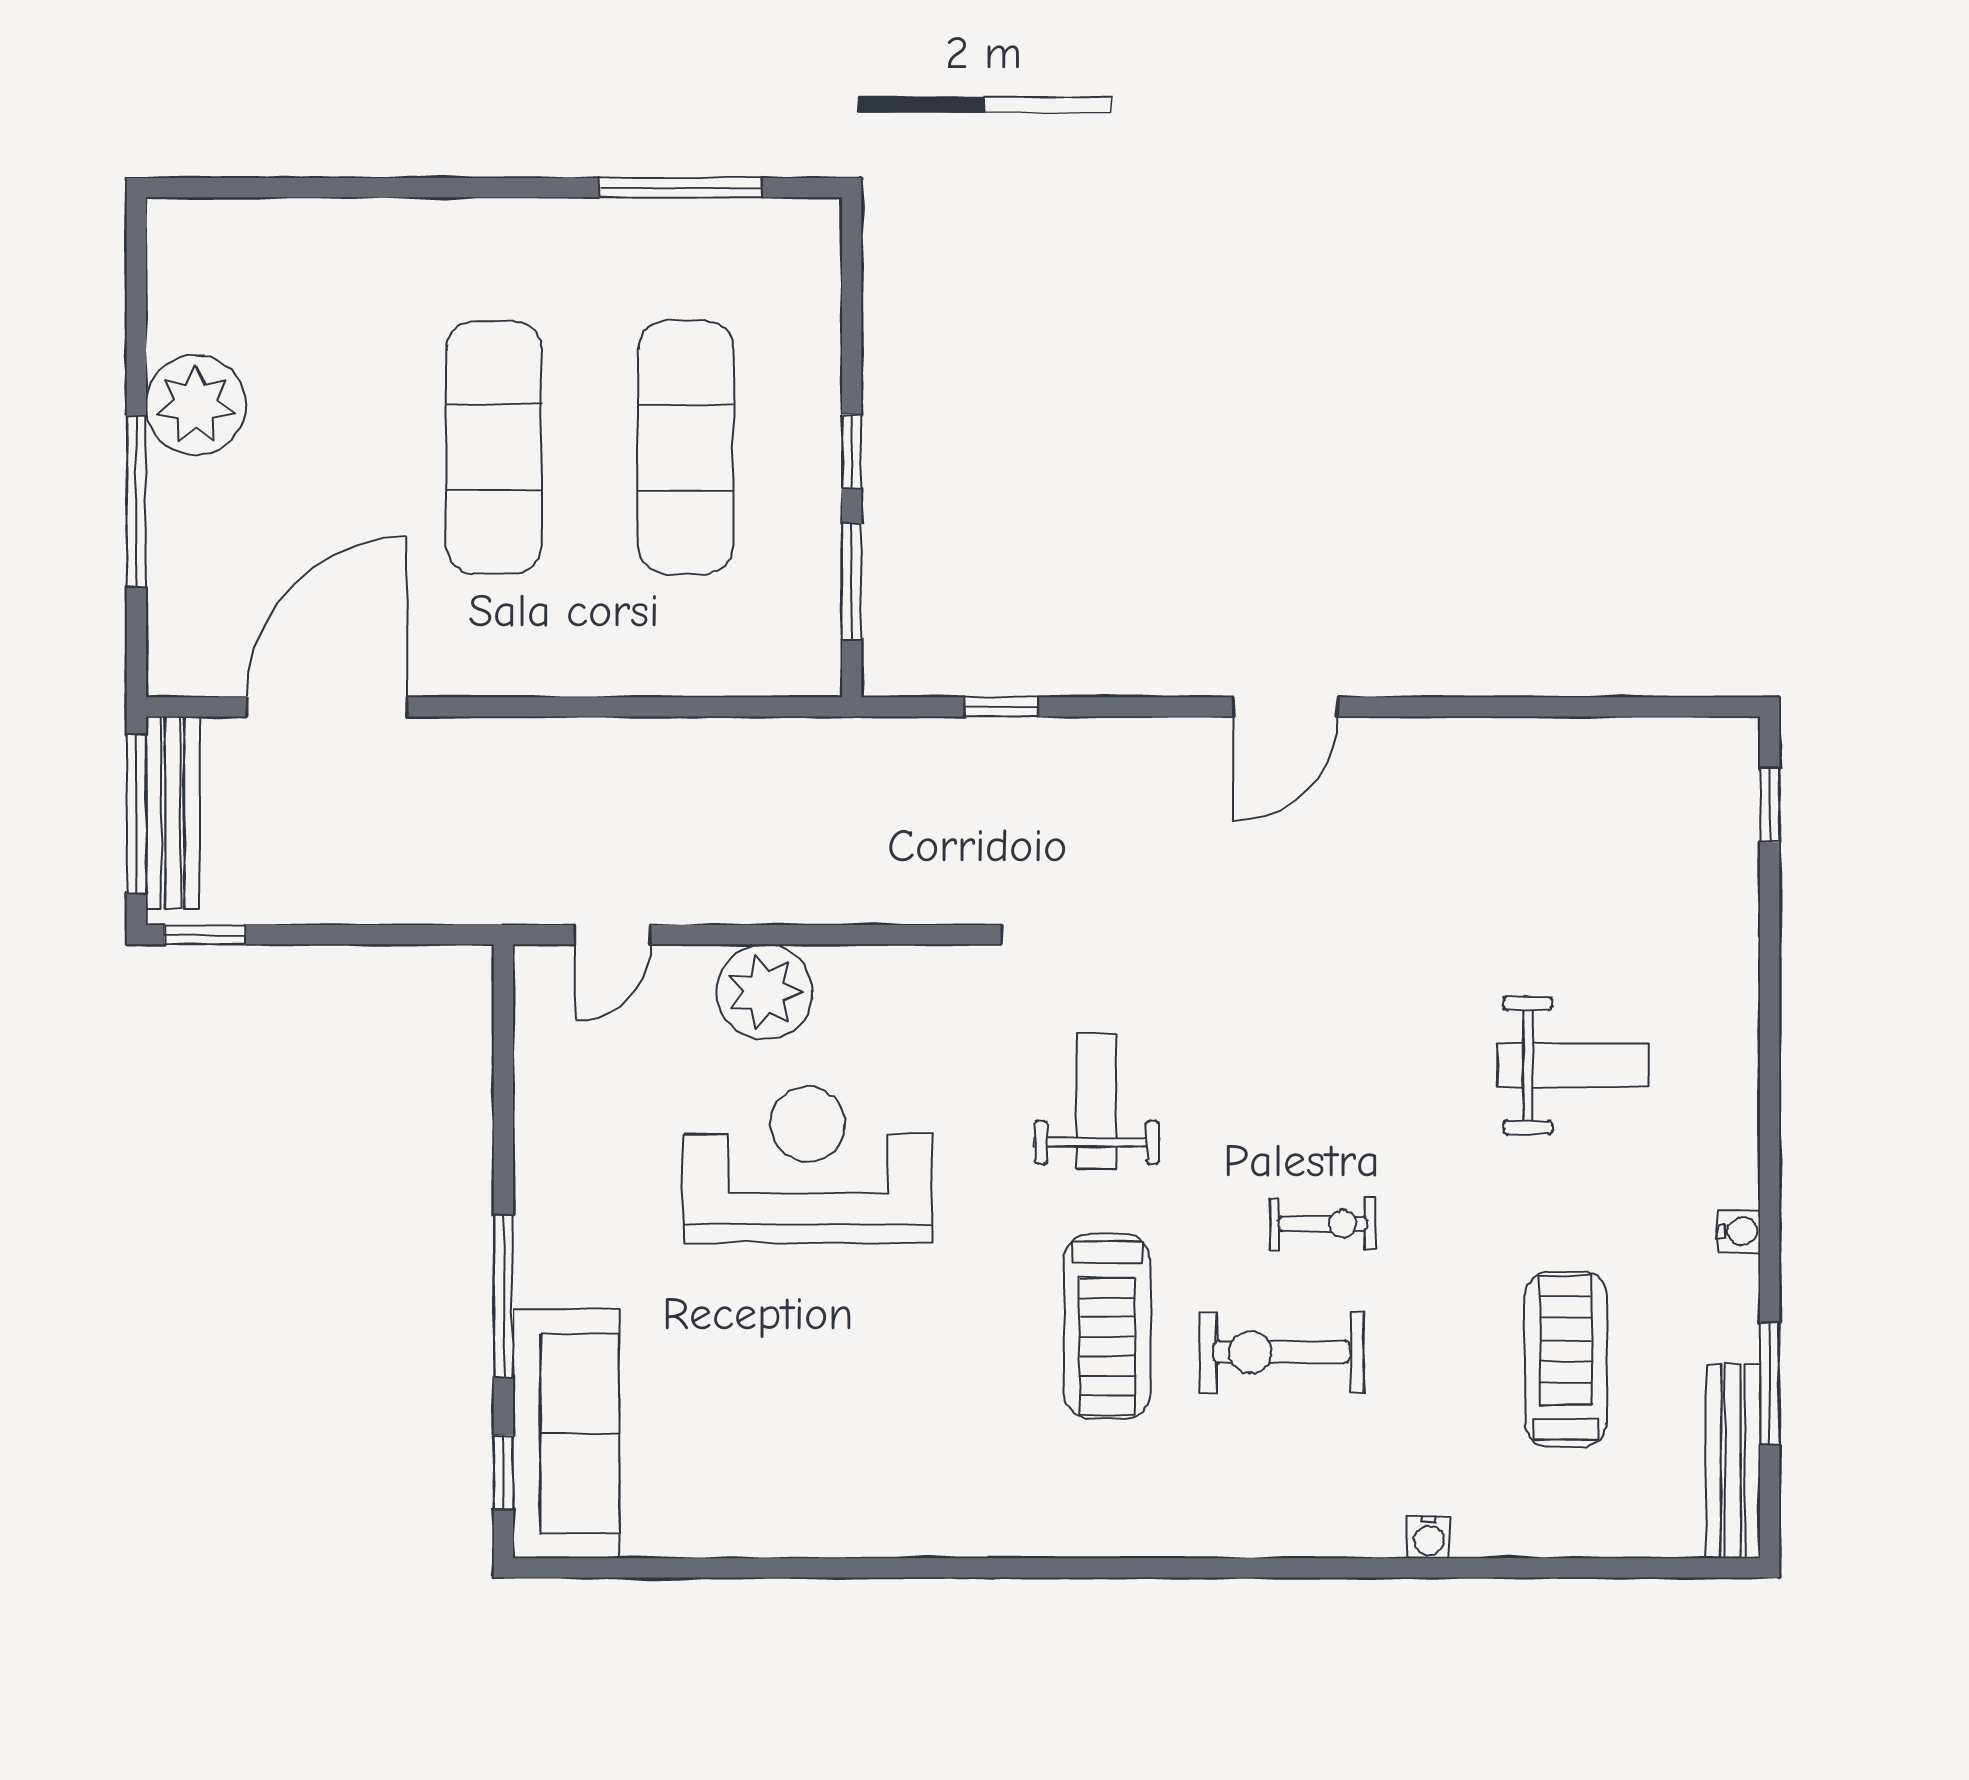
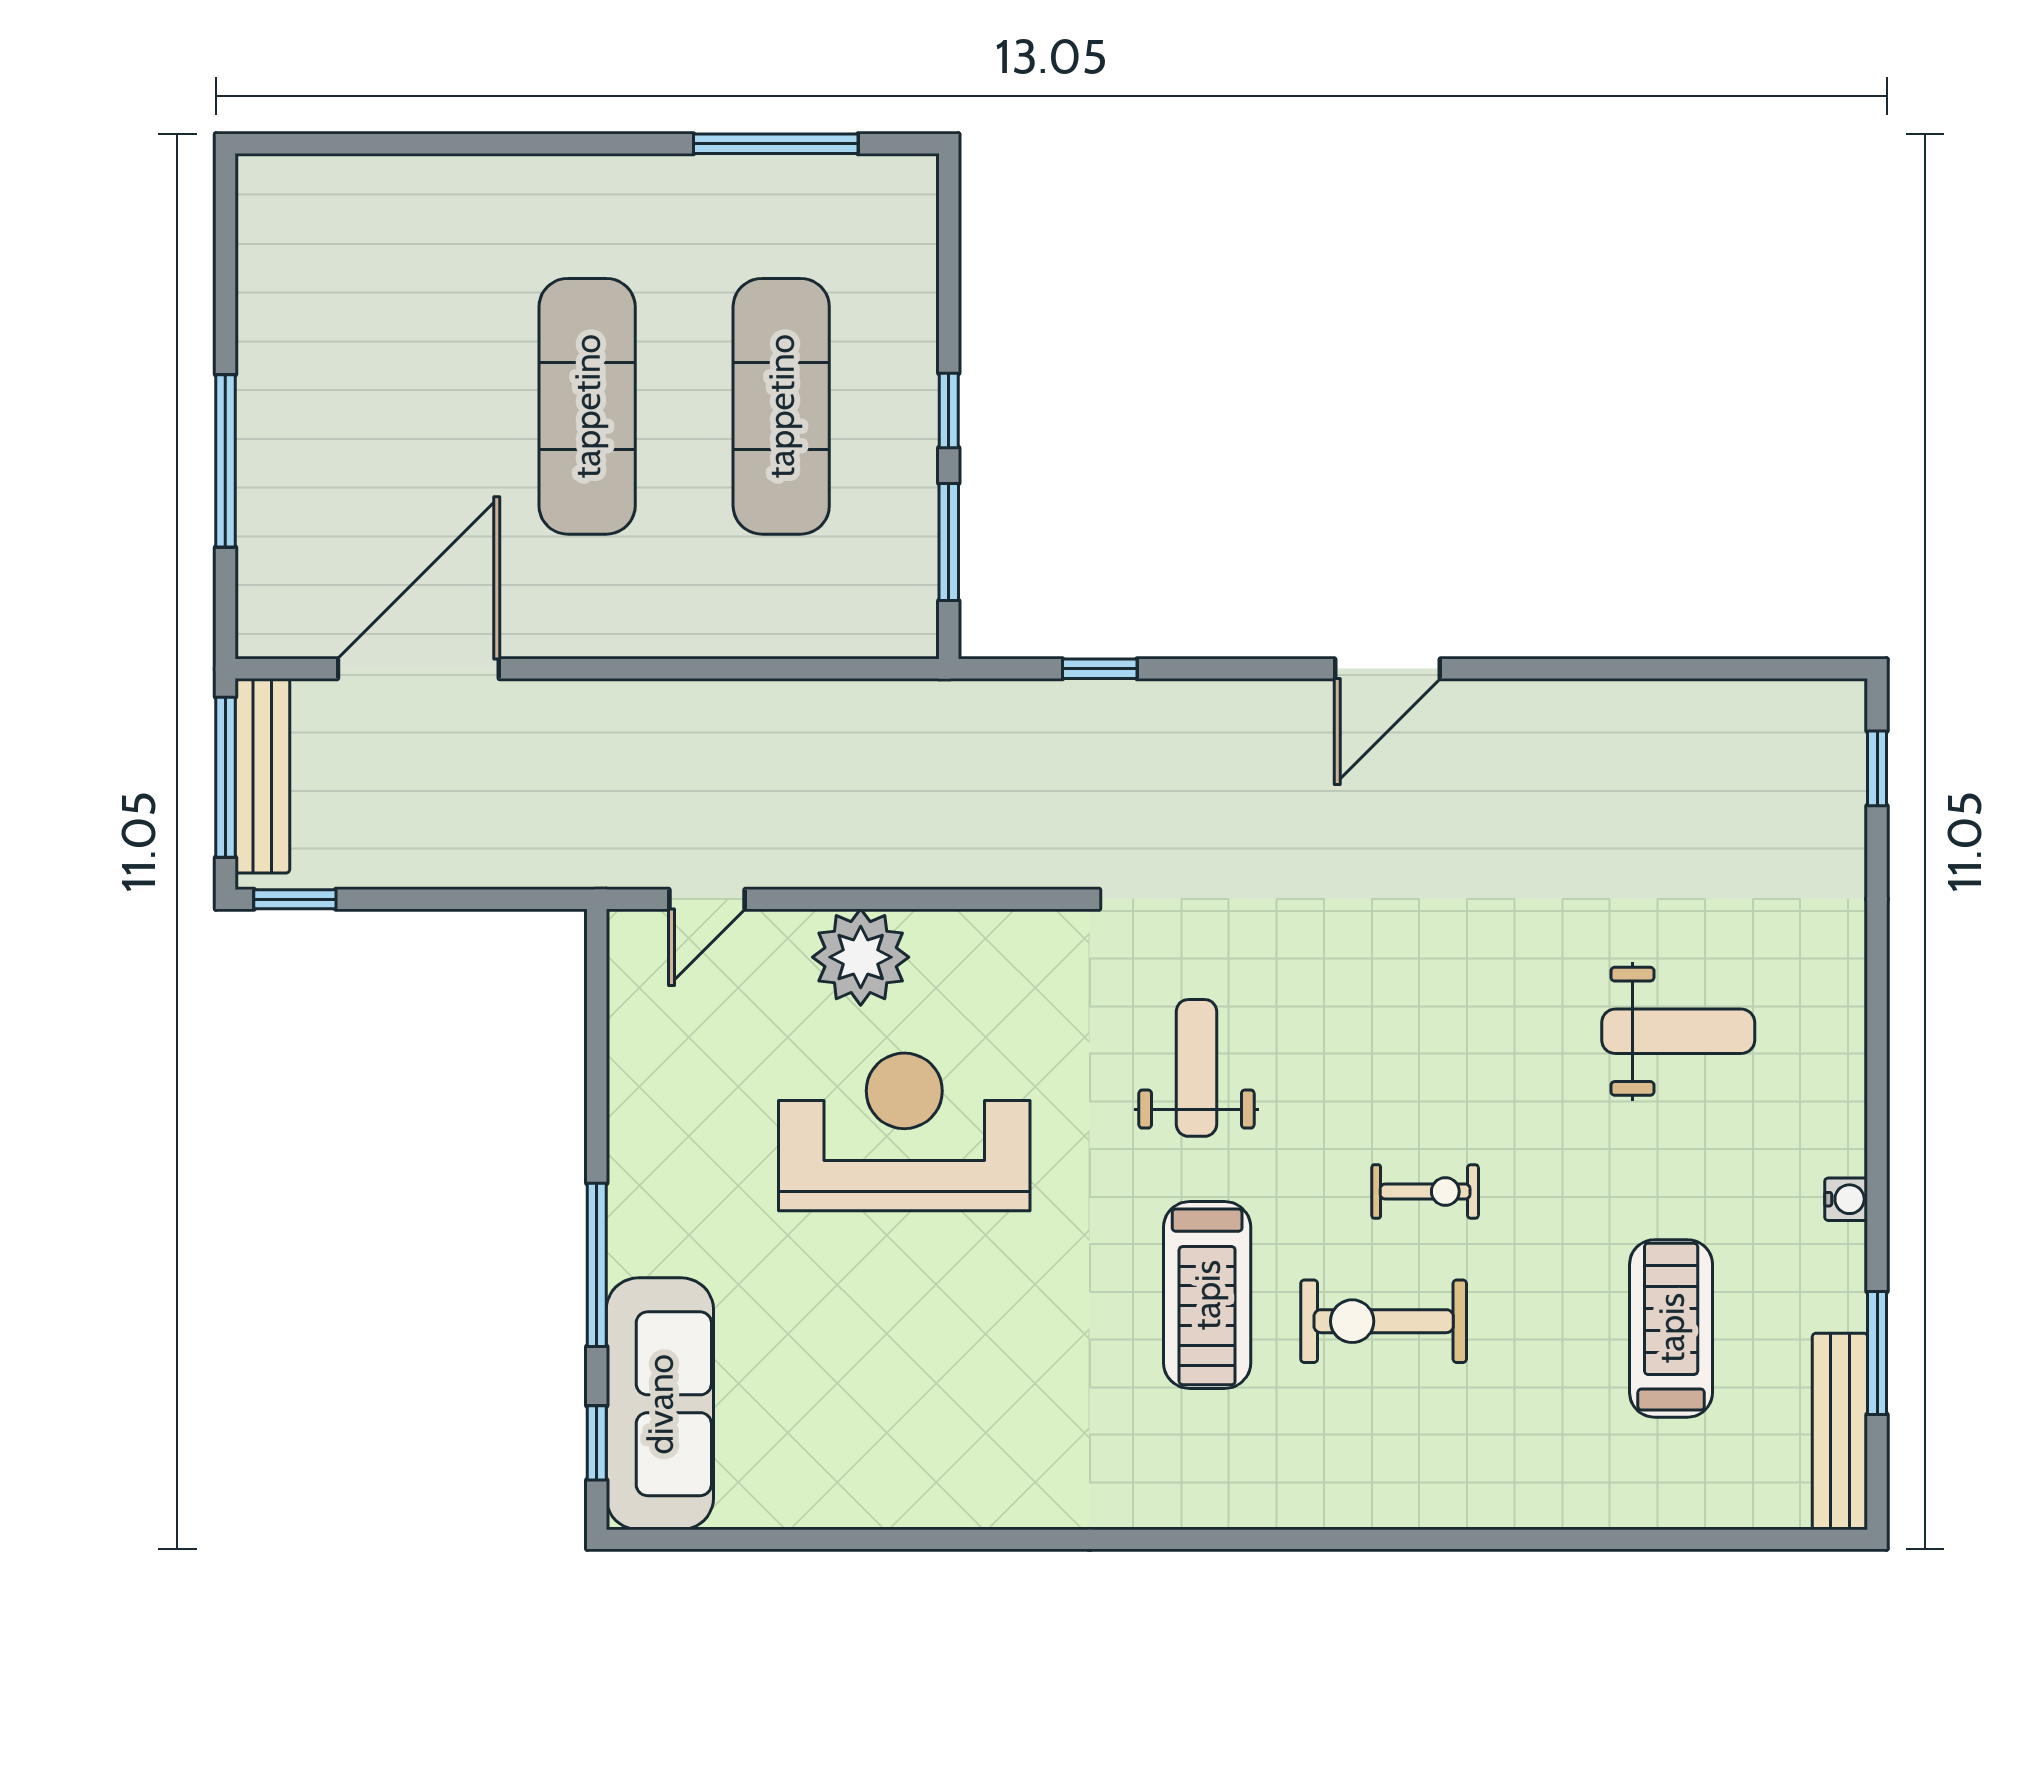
plant: (196, 405) -> (286, 364), removed
water cooler: (1429, 1537) -> (1532, 1508), removed

